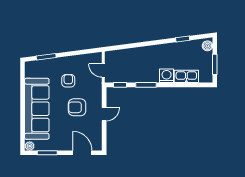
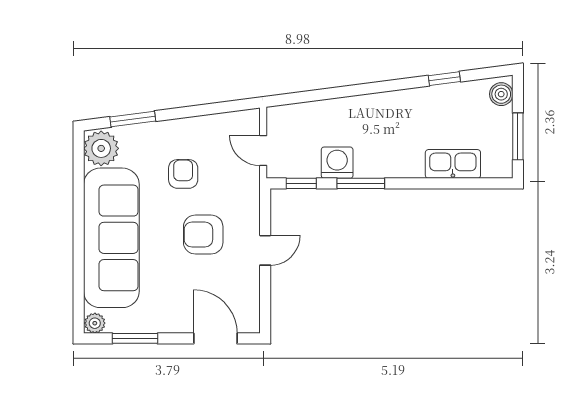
plant: (32, 70) -> (101, 148), added
washing machine: (167, 76) -> (337, 163), moved

